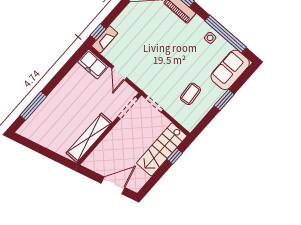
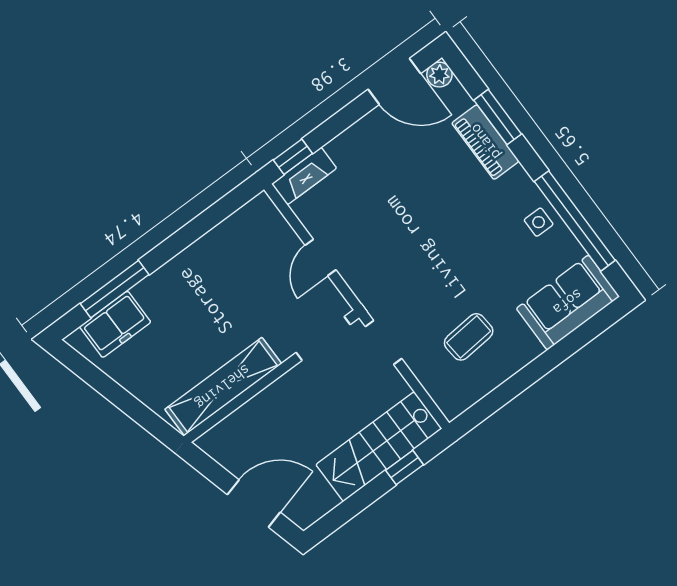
freezer: (93, 64) -> (115, 324), moved, turned -90
window: (224, 100) -> (540, 367), removed

